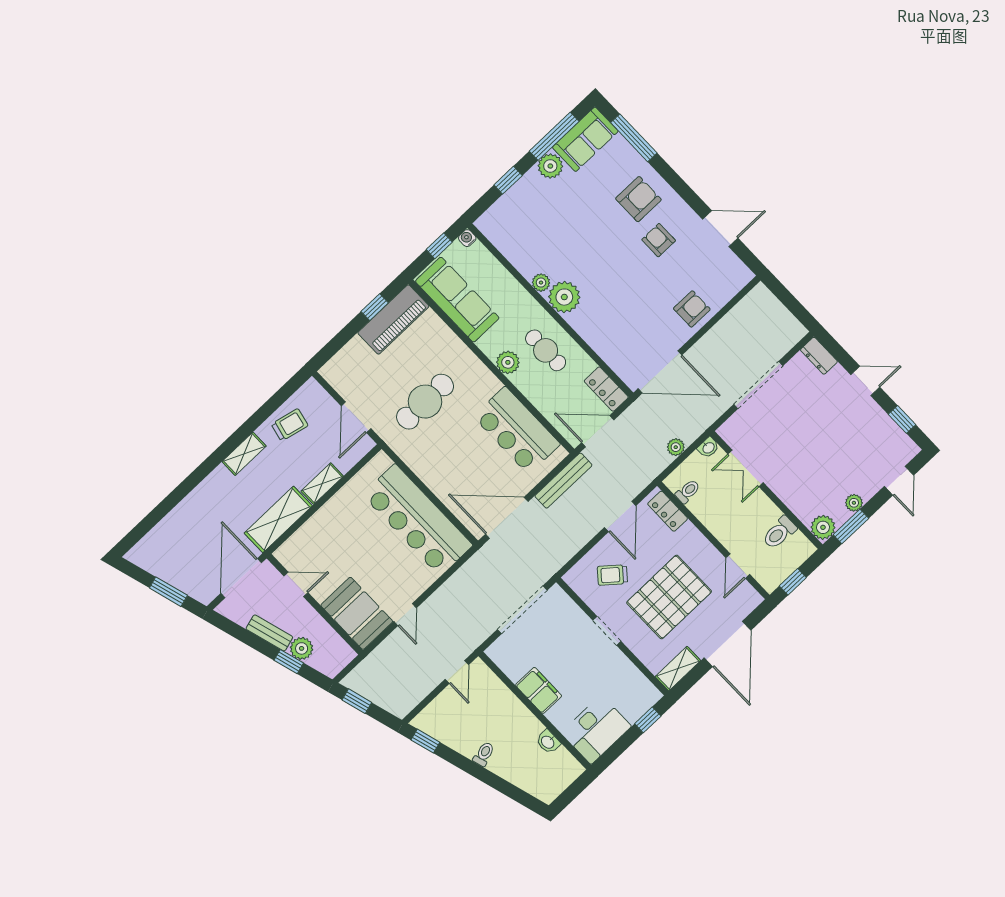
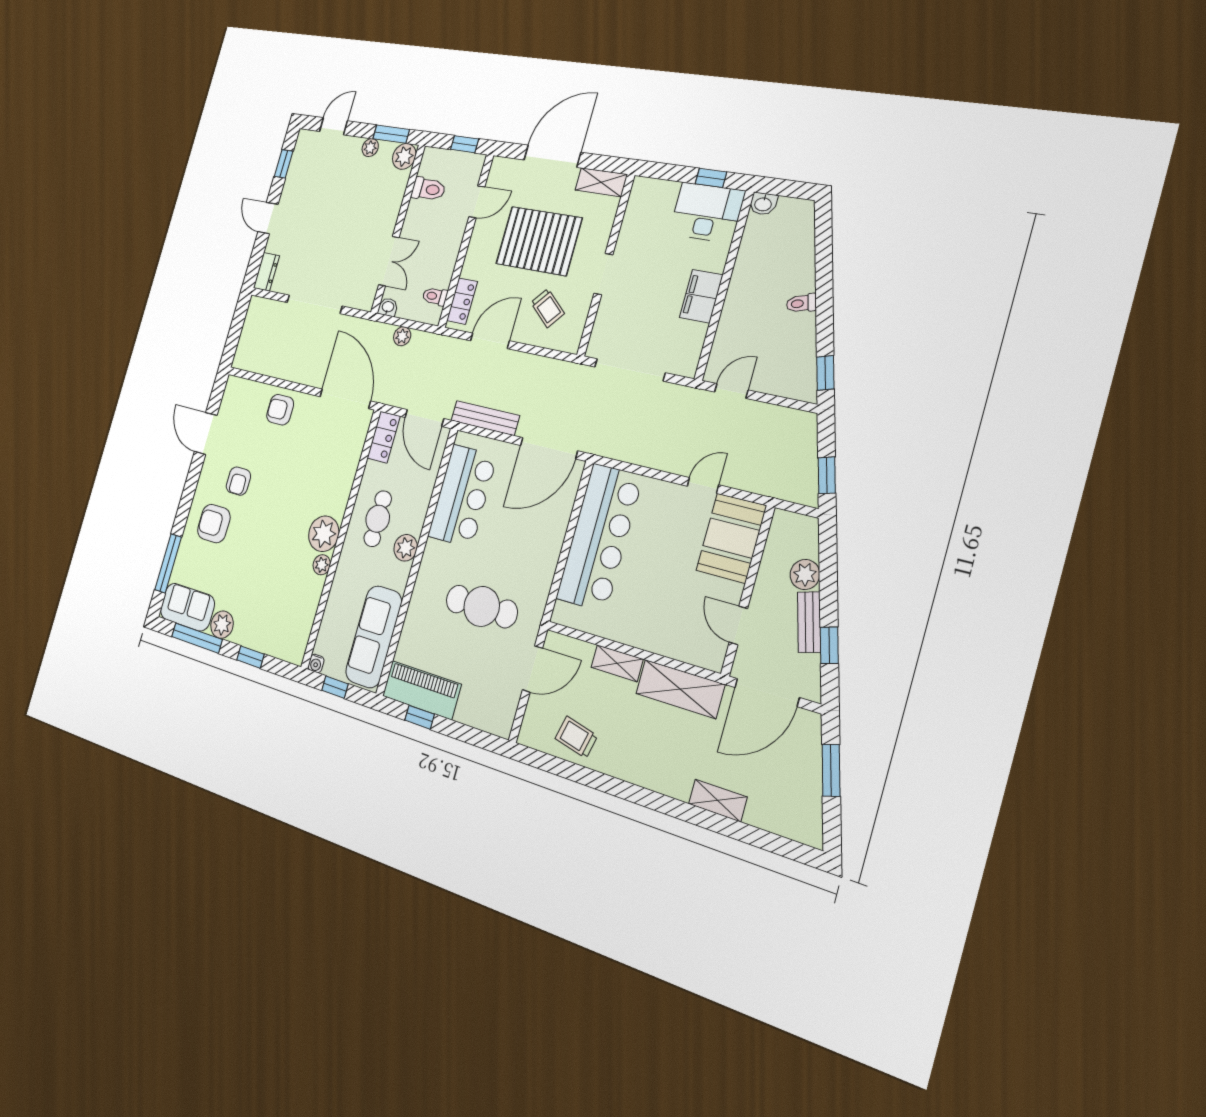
shelving: (244, 454) -> (718, 800), moved
door: (507, 518) -> (549, 448), hinge flipped
window: (289, 662) -> (829, 645), moved
window: (648, 720) -> (711, 178), moved
washbasin: (548, 742) -> (763, 204), moved, turned 90

